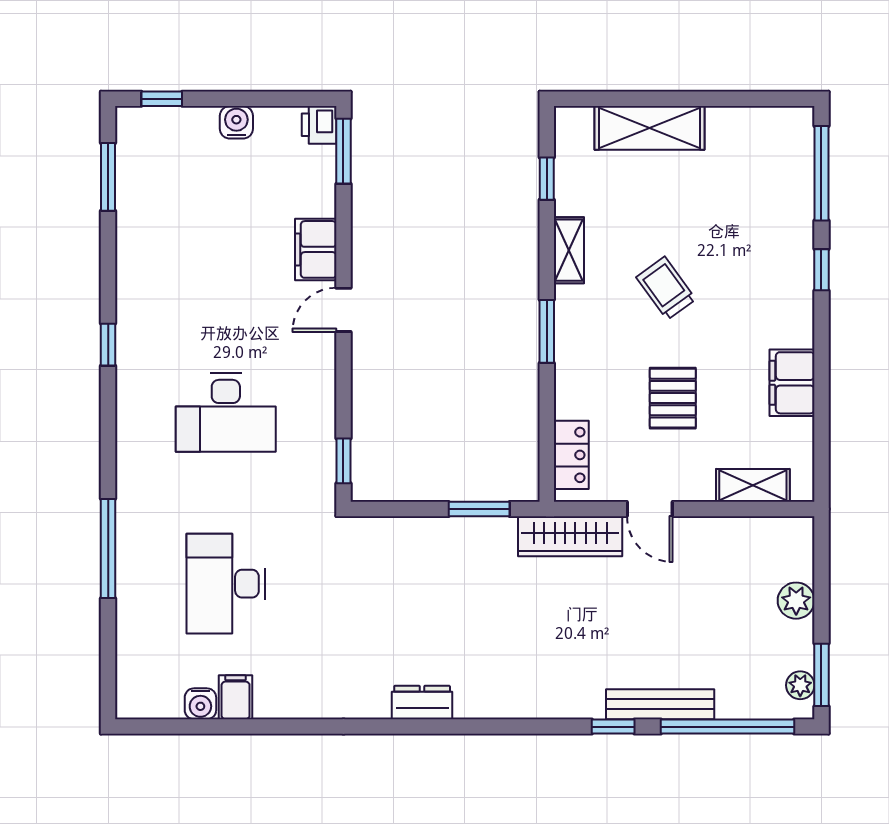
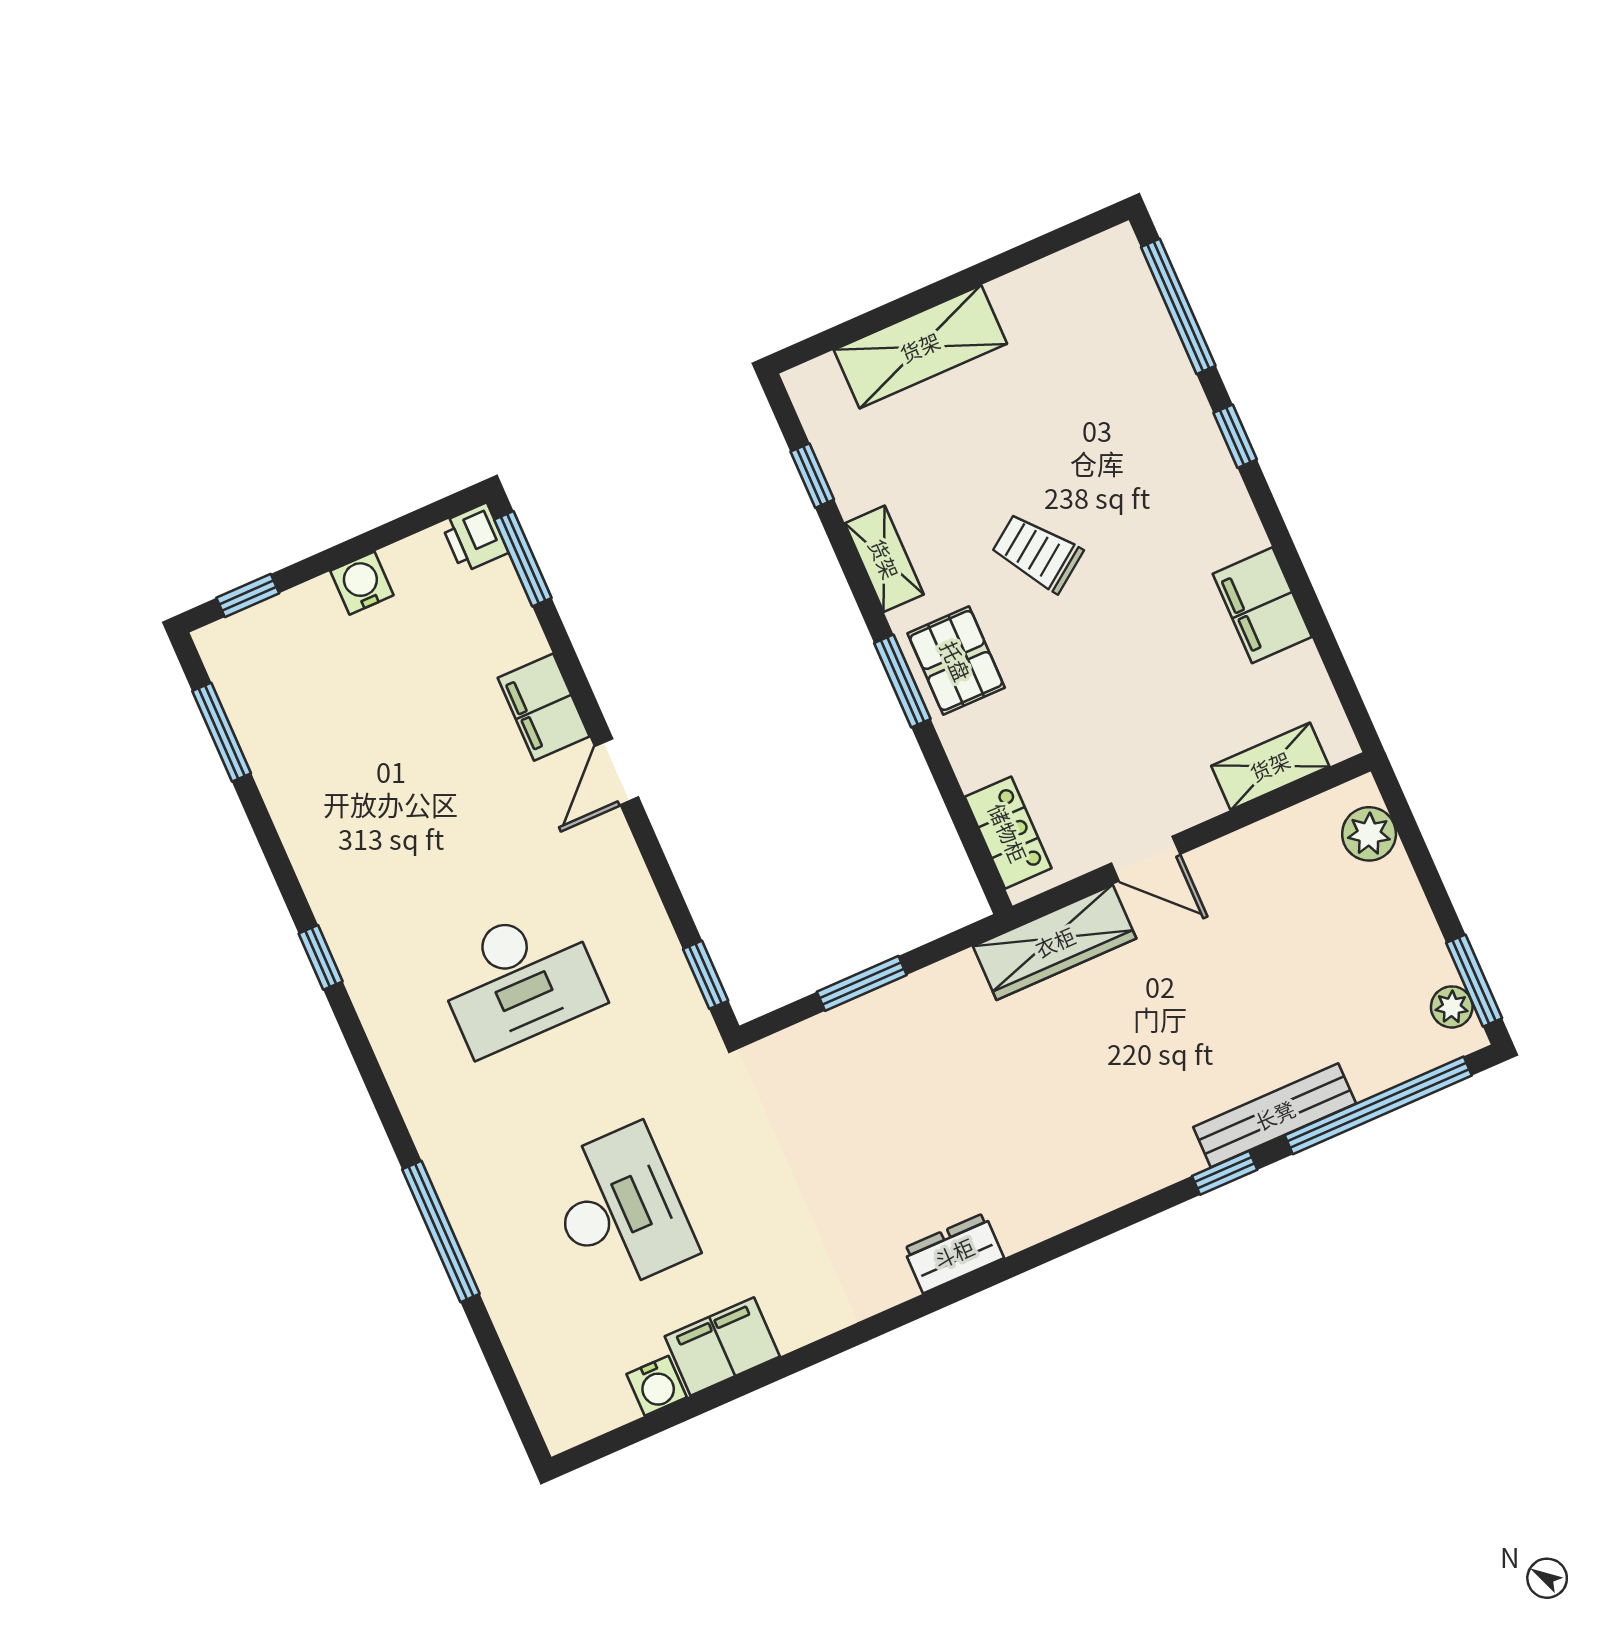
pallet: (673, 398) -> (956, 661), moved
window: (479, 509) -> (862, 983), moved
desk: (226, 584) -> (620, 1209), turned 180
plant: (796, 601) -> (1369, 834), moved
filing cabinet: (236, 697) -> (722, 1346), width x2.00

